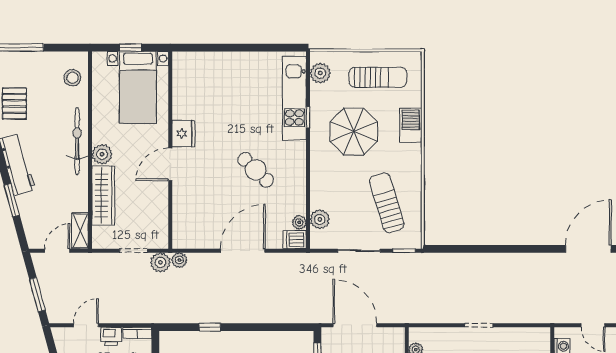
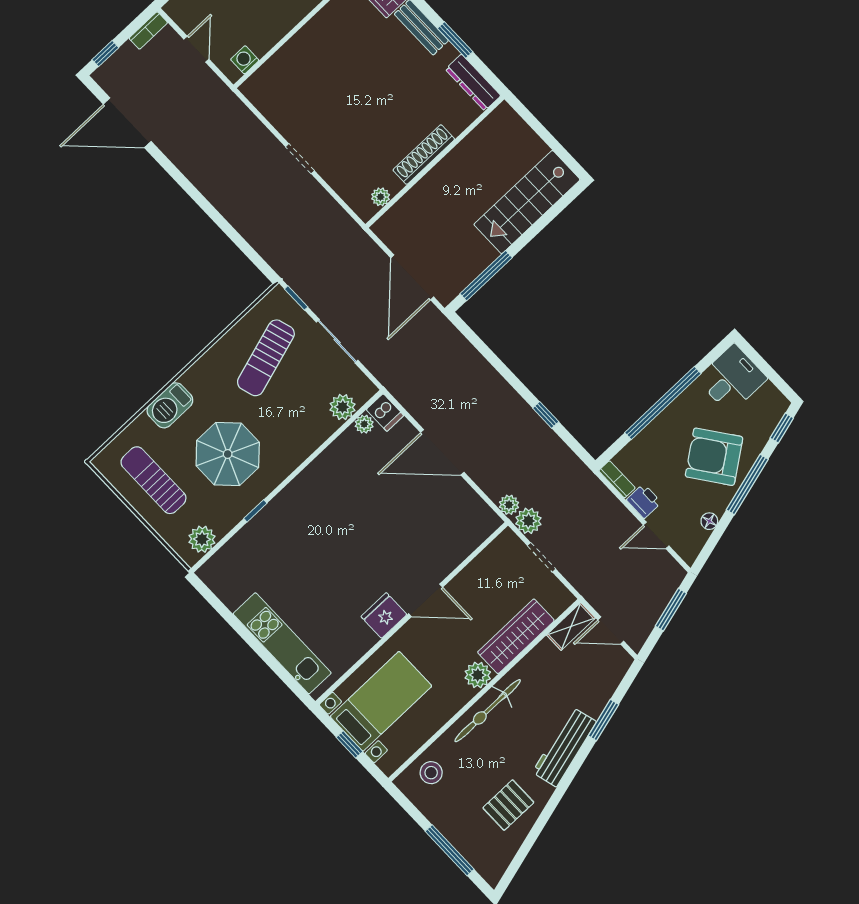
kitchen unit: (294, 98) -> (282, 643), moved, turned -90
cafe table: (256, 170) -> (353, 513), removed

